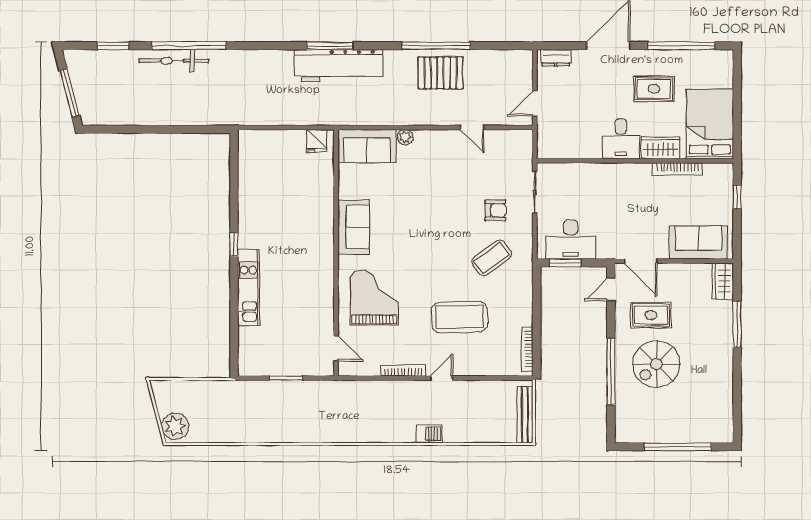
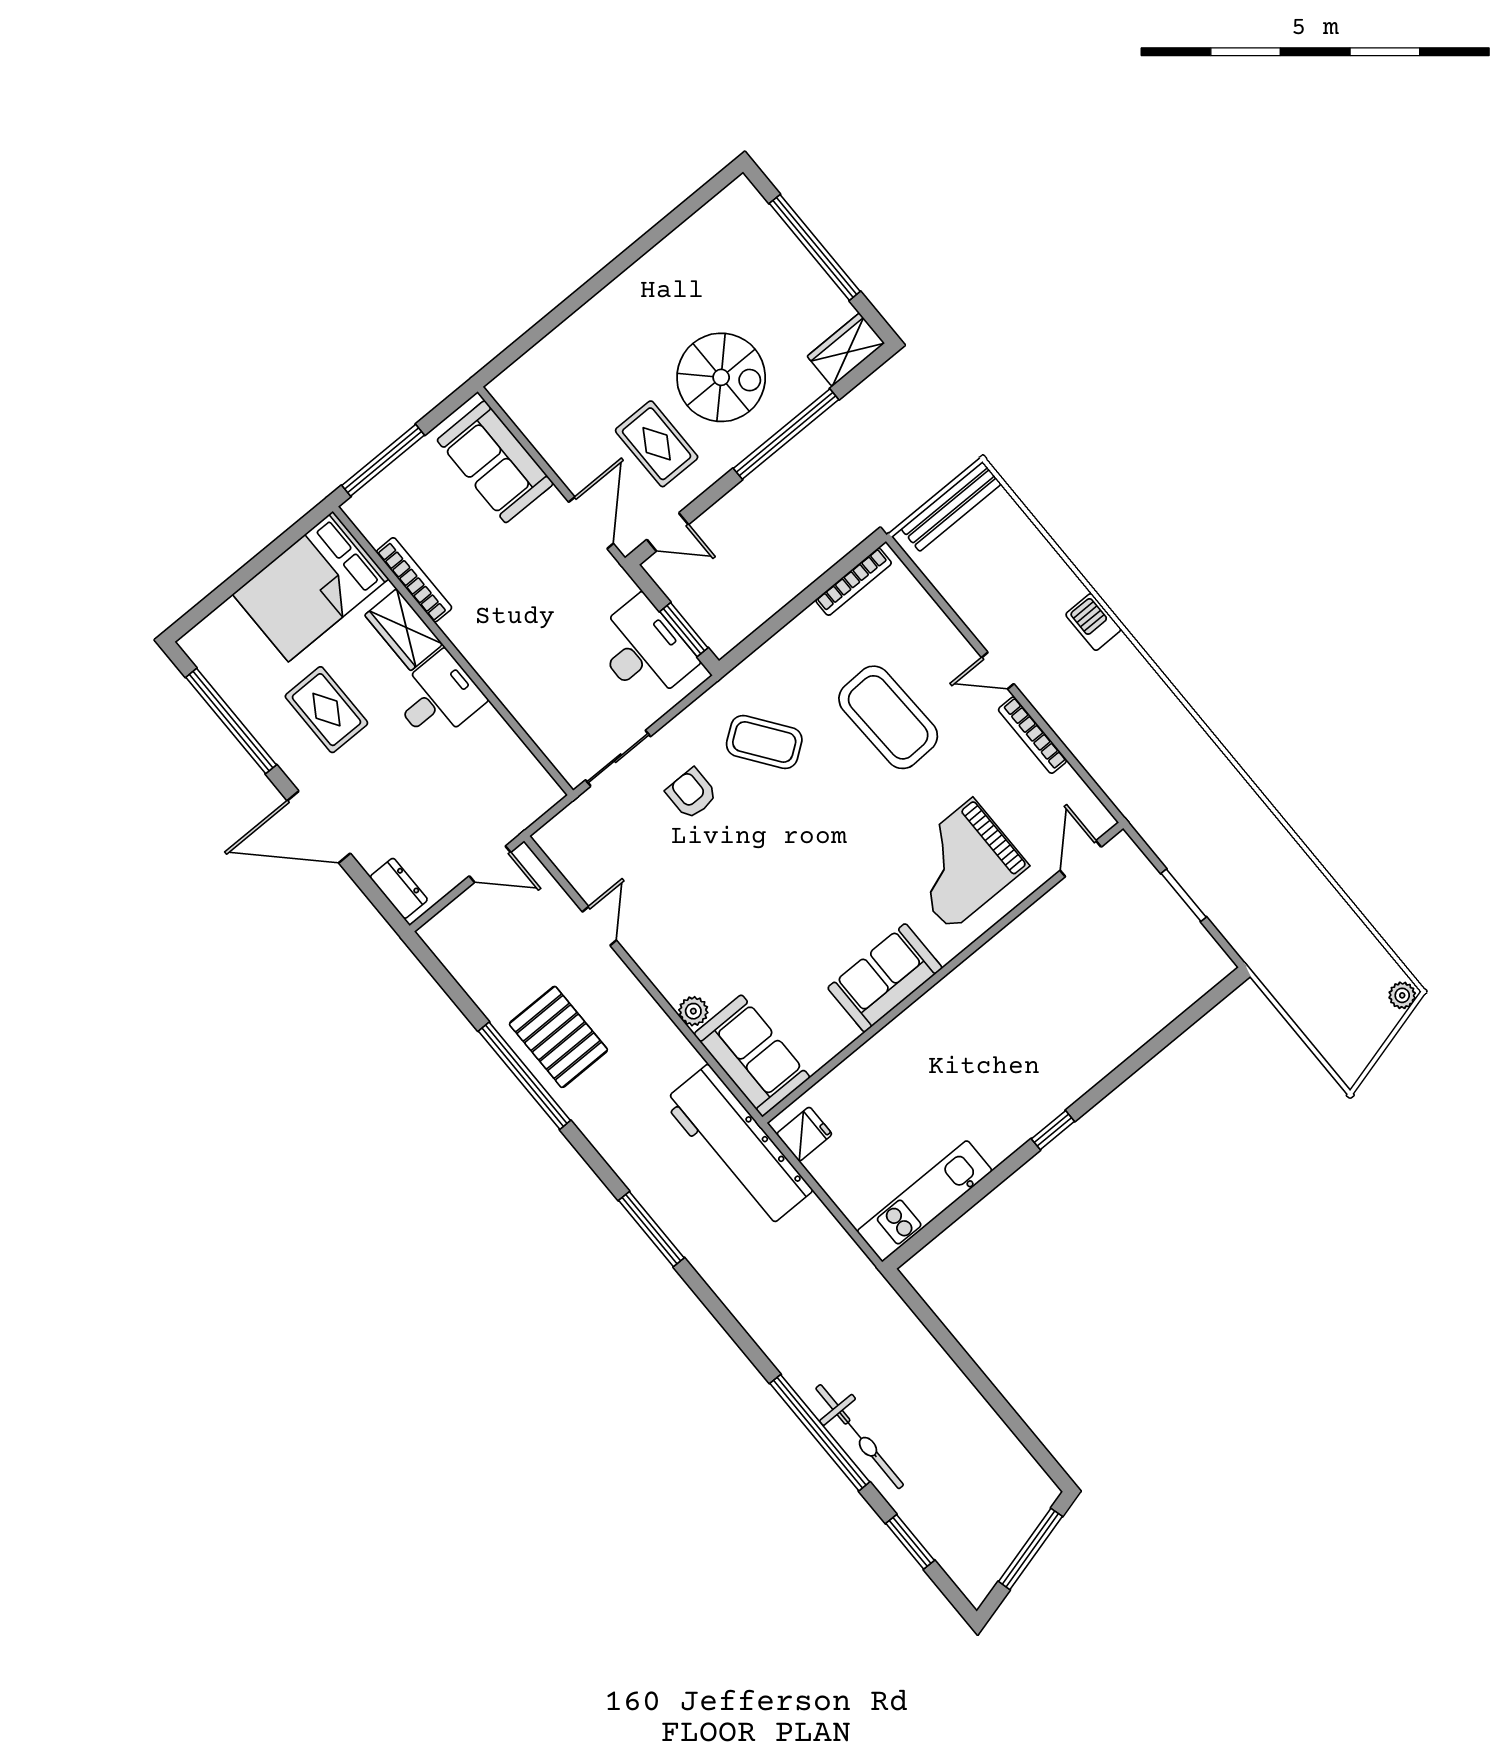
workbench: (339, 66) -> (738, 1146), moved, turned 180
window: (737, 197) -> (383, 460), width x2.17
wardrobe: (723, 281) -> (846, 350), moved, turned 180
kitchen unit: (248, 288) -> (925, 1201), moved
window: (737, 324) -> (567, 308), removed
plant: (175, 426) -> (1402, 995), width x0.53, depth x0.53

